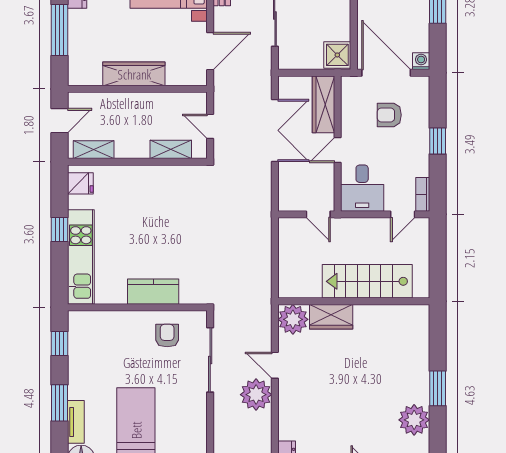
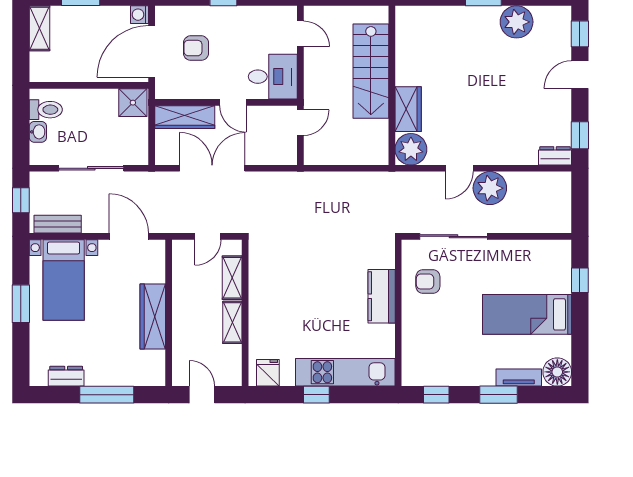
armchair: (389, 115) -> (196, 48), turned 90
shelving: (94, 150) -> (232, 322), moved
bookcase: (423, 194) -> (279, 13), removed

